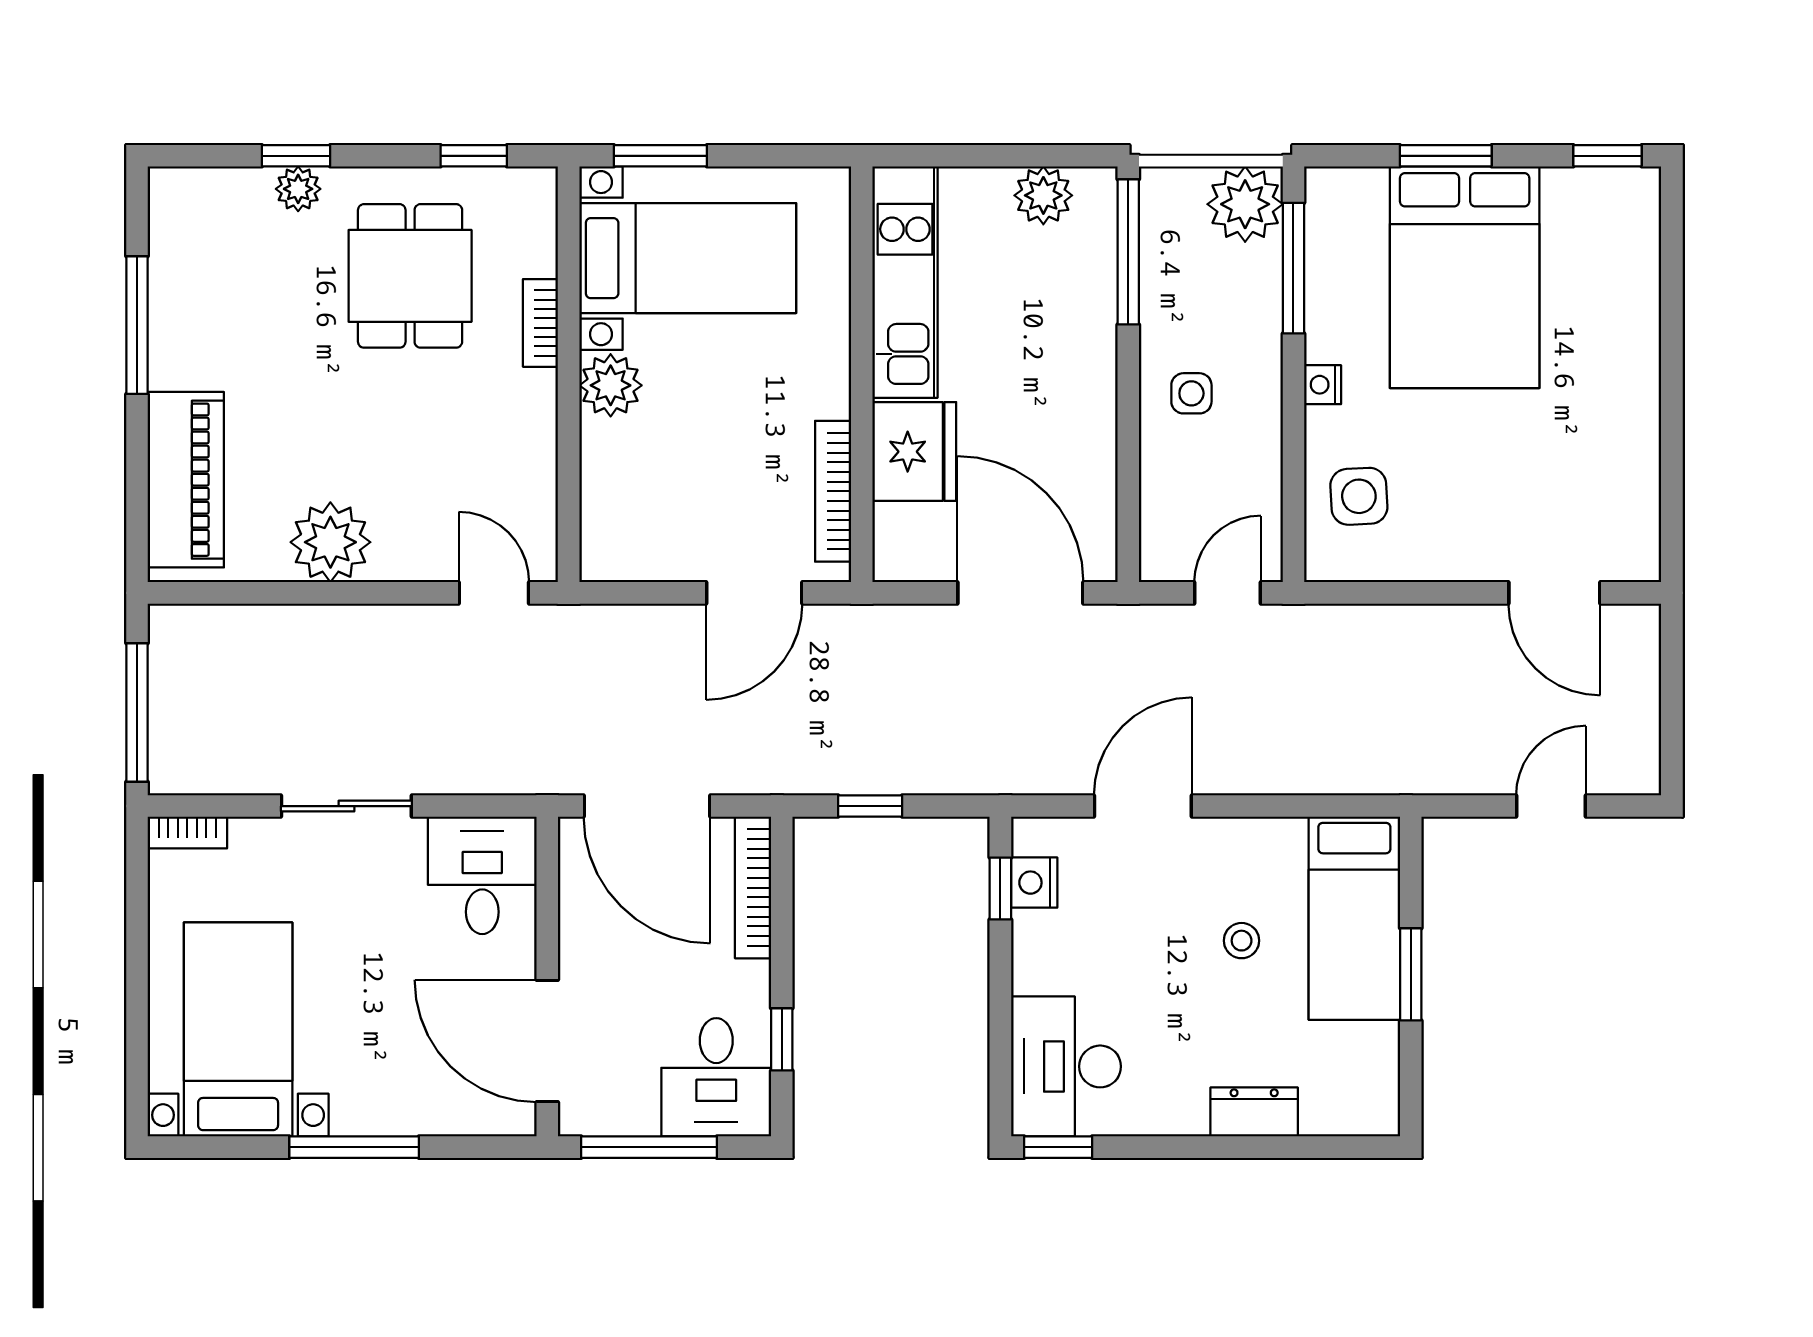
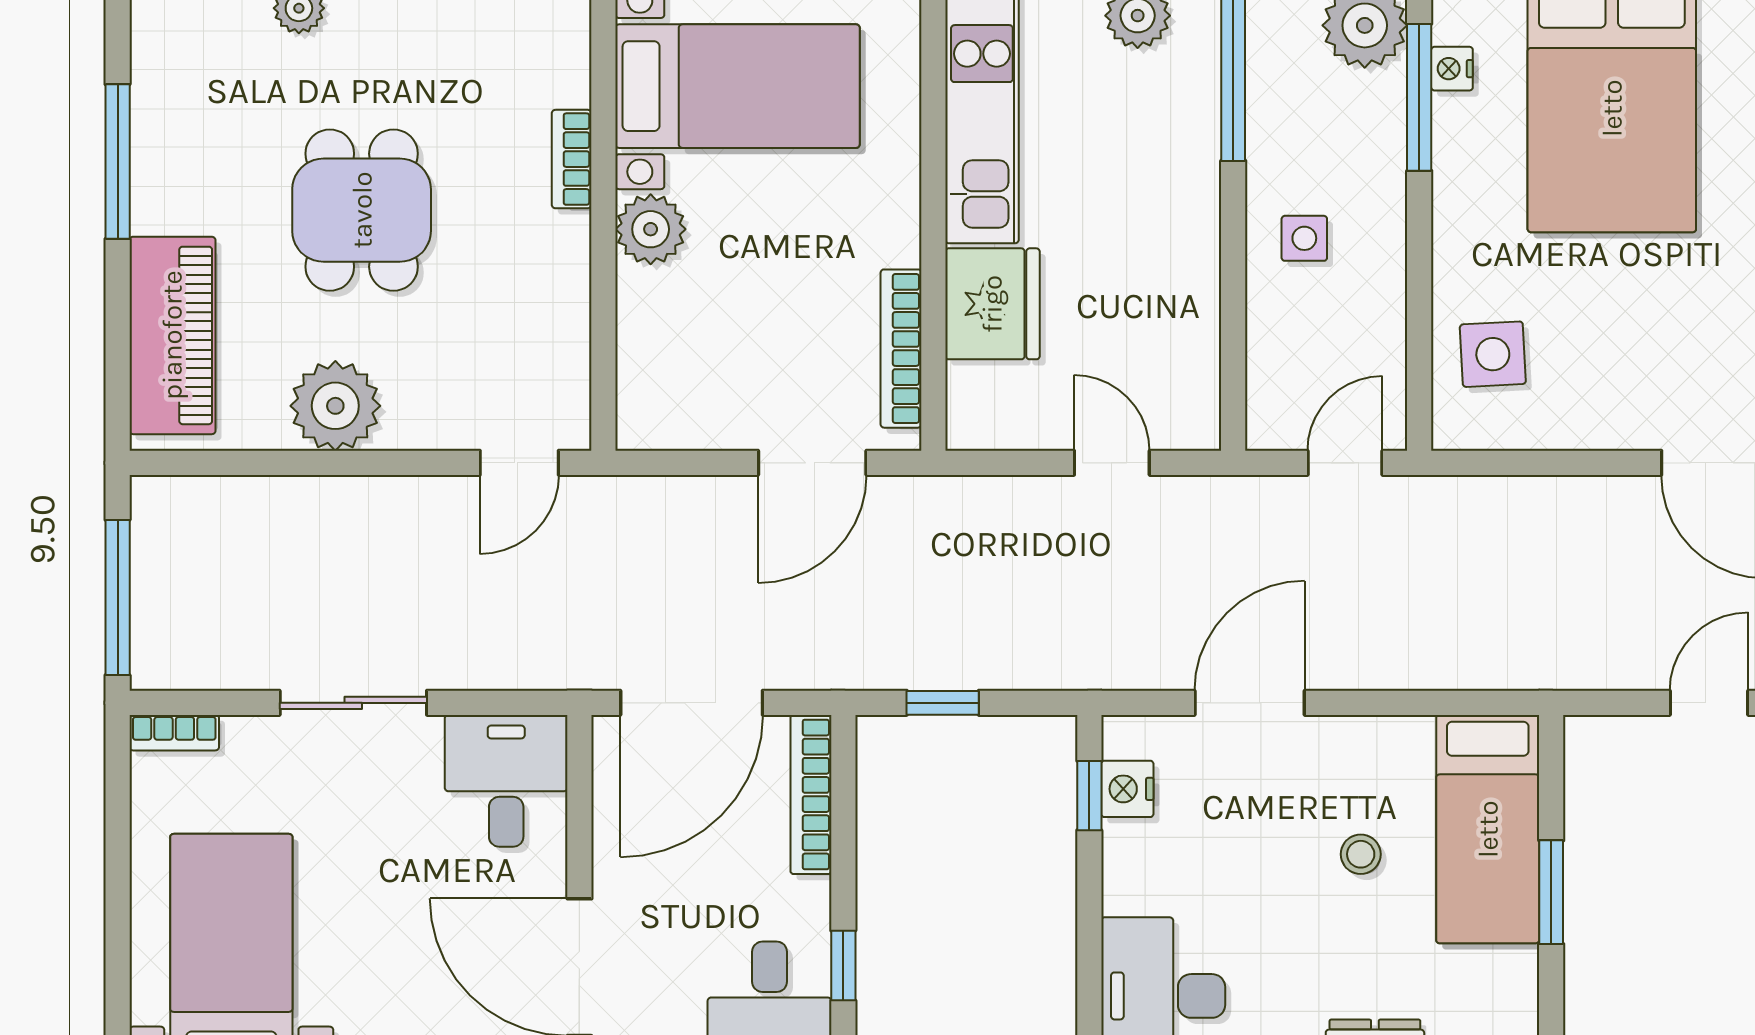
dining table: (410, 276) -> (362, 210), moved
nightstand: (1323, 385) -> (1452, 69), moved
door: (494, 593) -> (519, 463), swing flipped
door: (1020, 593) -> (1112, 463), width x0.53
door: (647, 806) -> (692, 703), hinge flipped

